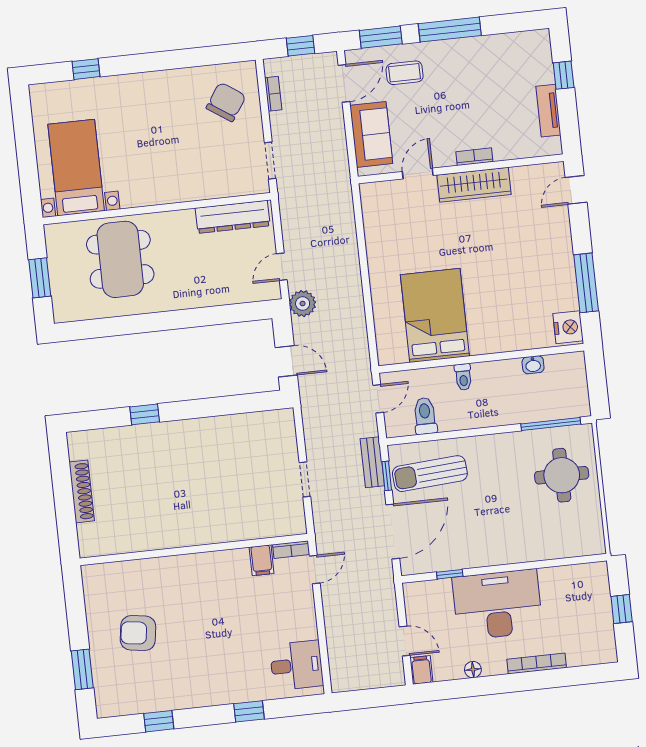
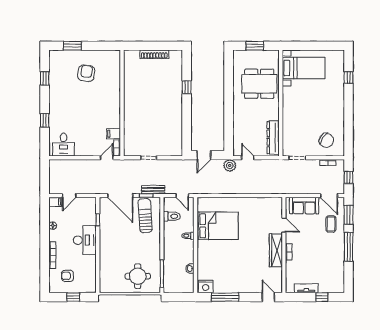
door: (315, 569) -> (107, 158), swing flipped
desk: (497, 605) -> (85, 240), width x0.73, depth x0.77
armchair: (577, 626) -> (67, 276), added

